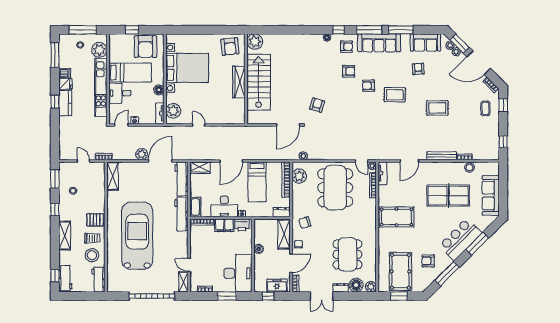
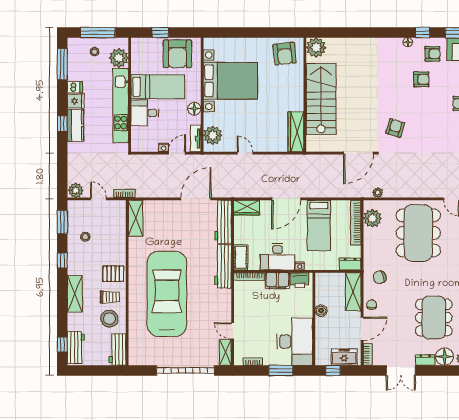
armchair: (349, 71) -> (421, 79), moved
wardrobe: (239, 82) -> (296, 132), moved
door: (121, 125) -> (177, 153), moved
plant: (142, 154) -> (76, 190), moved

